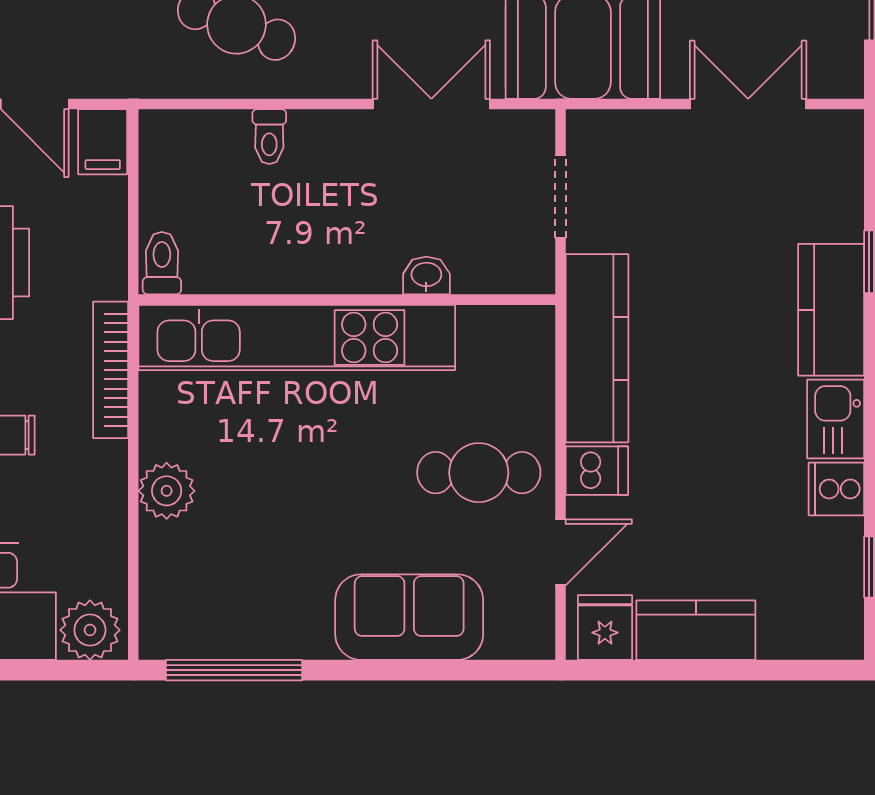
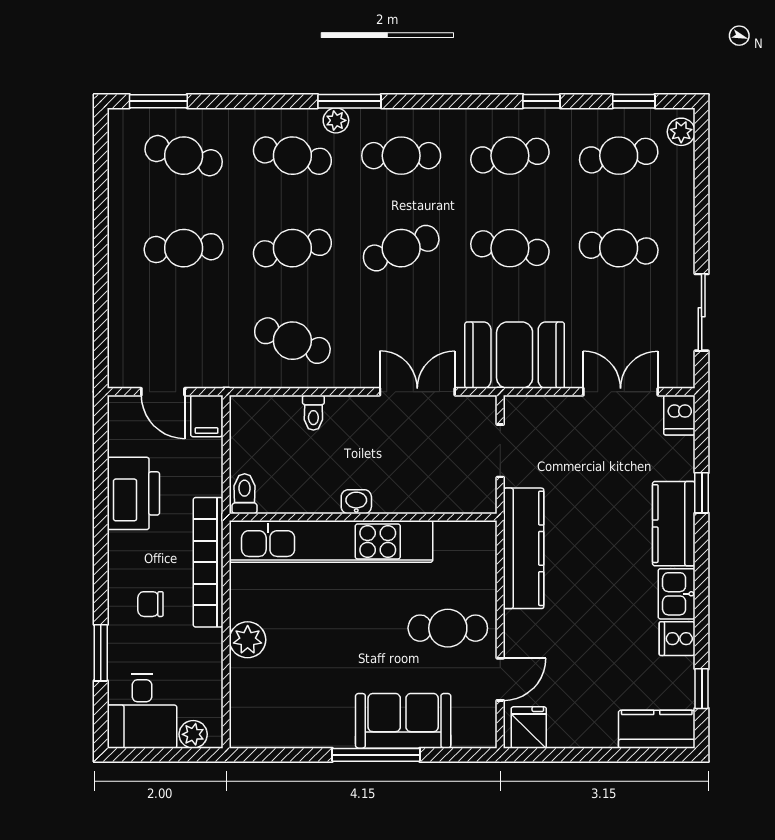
washbasin: (426, 276) -> (356, 502), moved
bookcase: (111, 370) -> (208, 562), width x1.48, depth x1.31
dishwasher: (597, 471) -> (679, 415), moved, turned 90
plant: (90, 630) -> (193, 734), width x0.73, depth x0.73
kitchen counter: (696, 630) -> (657, 729), moved
window: (234, 670) -> (376, 755), moved

